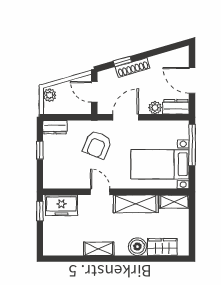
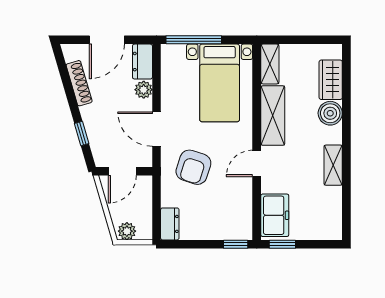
shoe rack: (133, 68) -> (79, 83), moved
armchair: (97, 145) -> (193, 167), turned 86
window: (40, 150) -> (236, 244), moved

